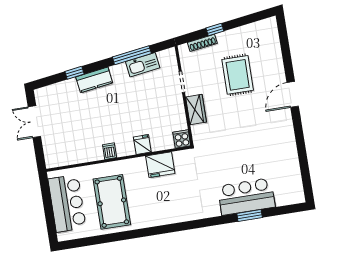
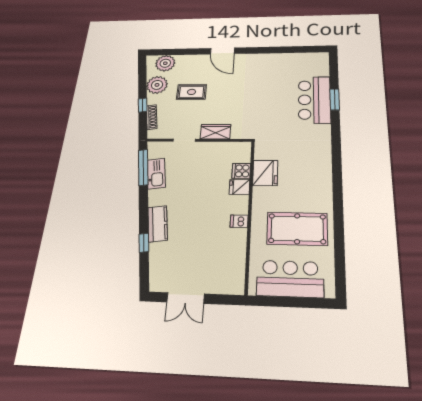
plant: (241, 37) -> (157, 85), added
plant: (269, 38) -> (165, 63), added
window: (132, 55) -> (143, 167), moved
rug: (238, 75) -> (191, 92), width x0.73, depth x0.70
cooker: (182, 139) -> (241, 171), moved

